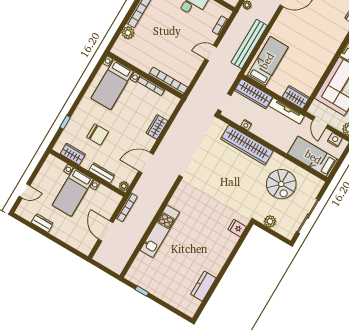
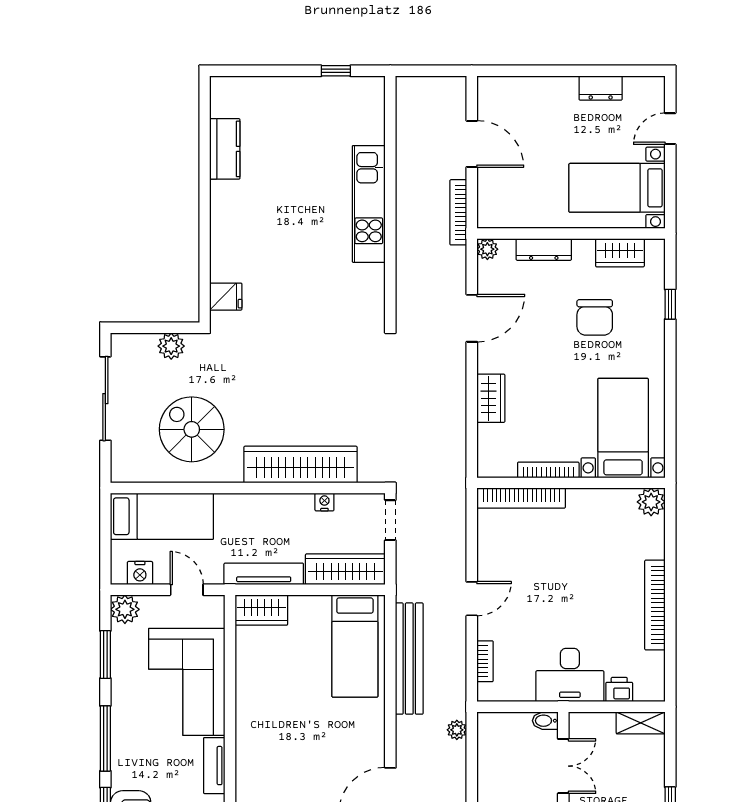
plant: (128, 33) -> (651, 502), moved
chair: (98, 135) -> (595, 317), turned -90
bed with nightstands: (73, 192) -> (617, 188), moved, turned -90

